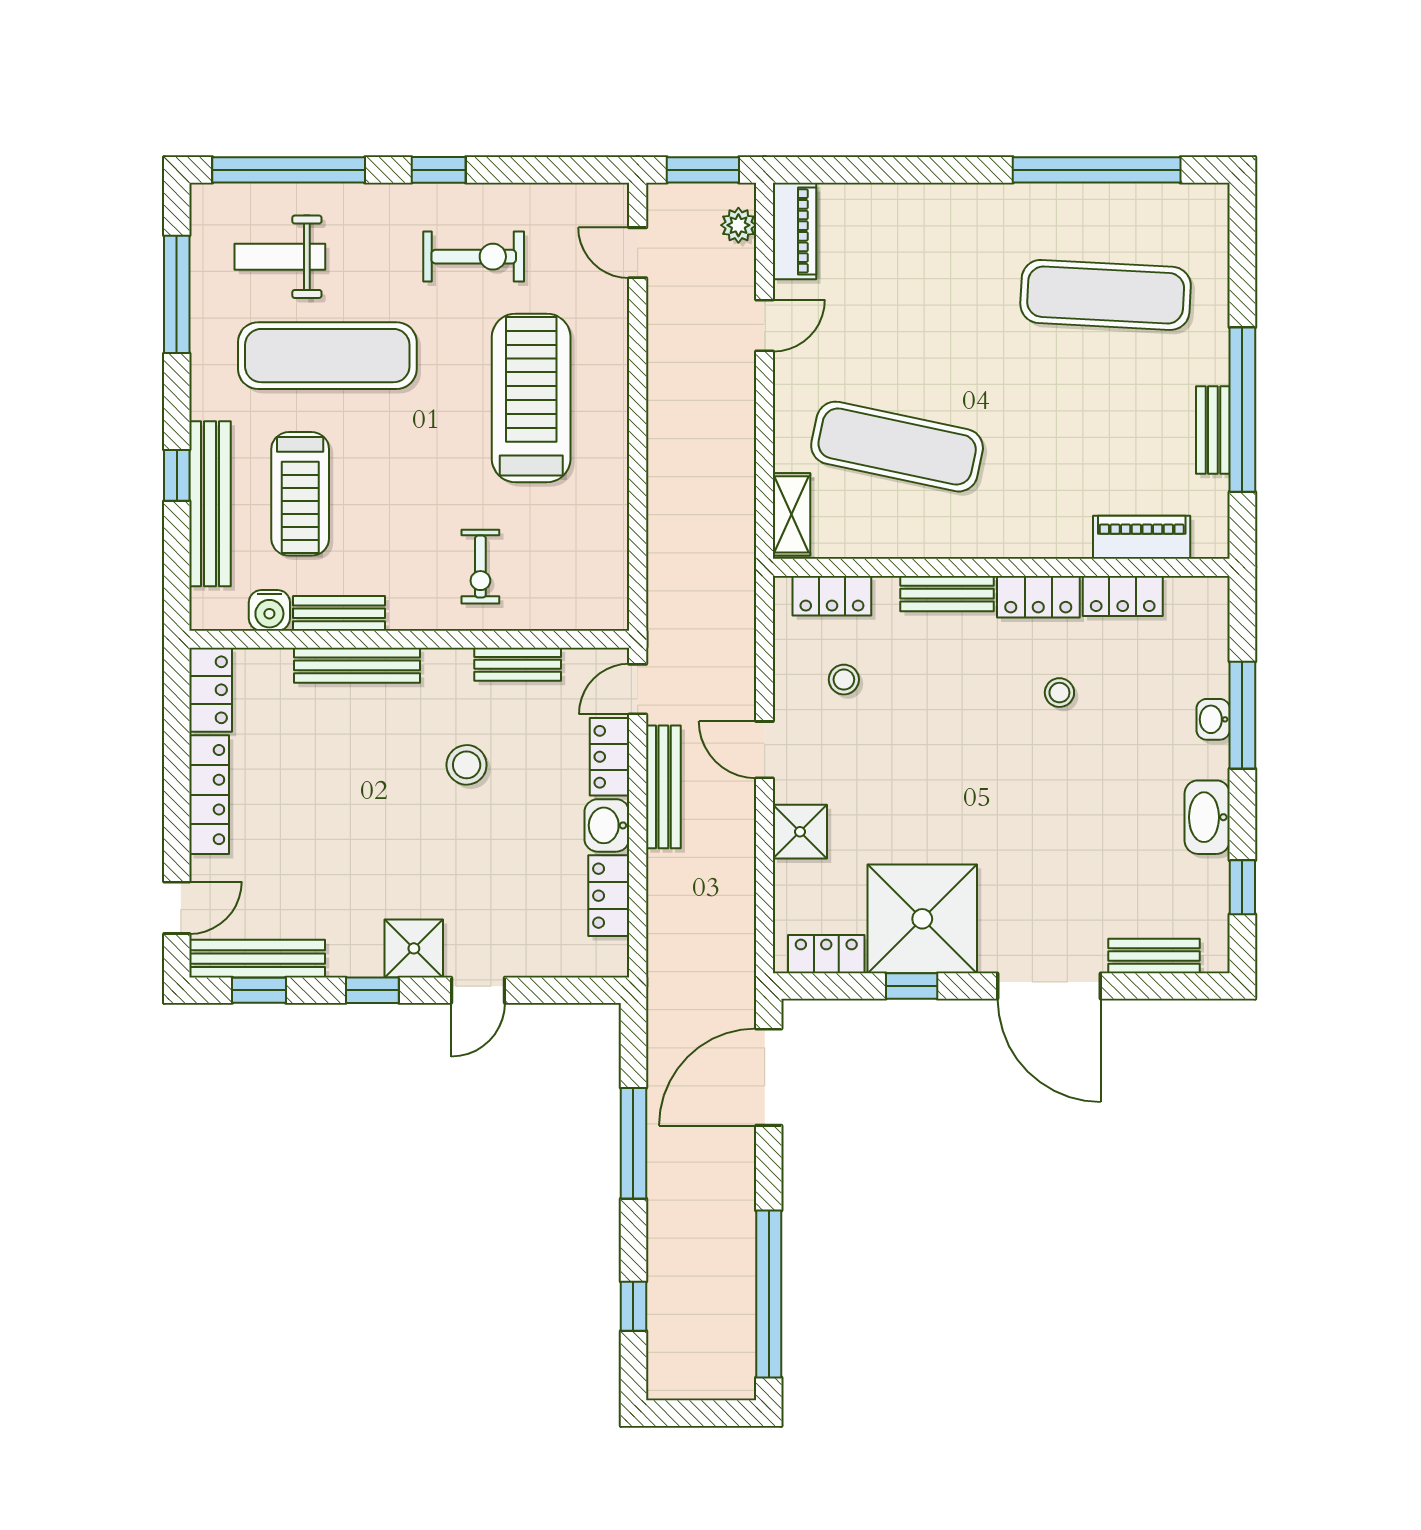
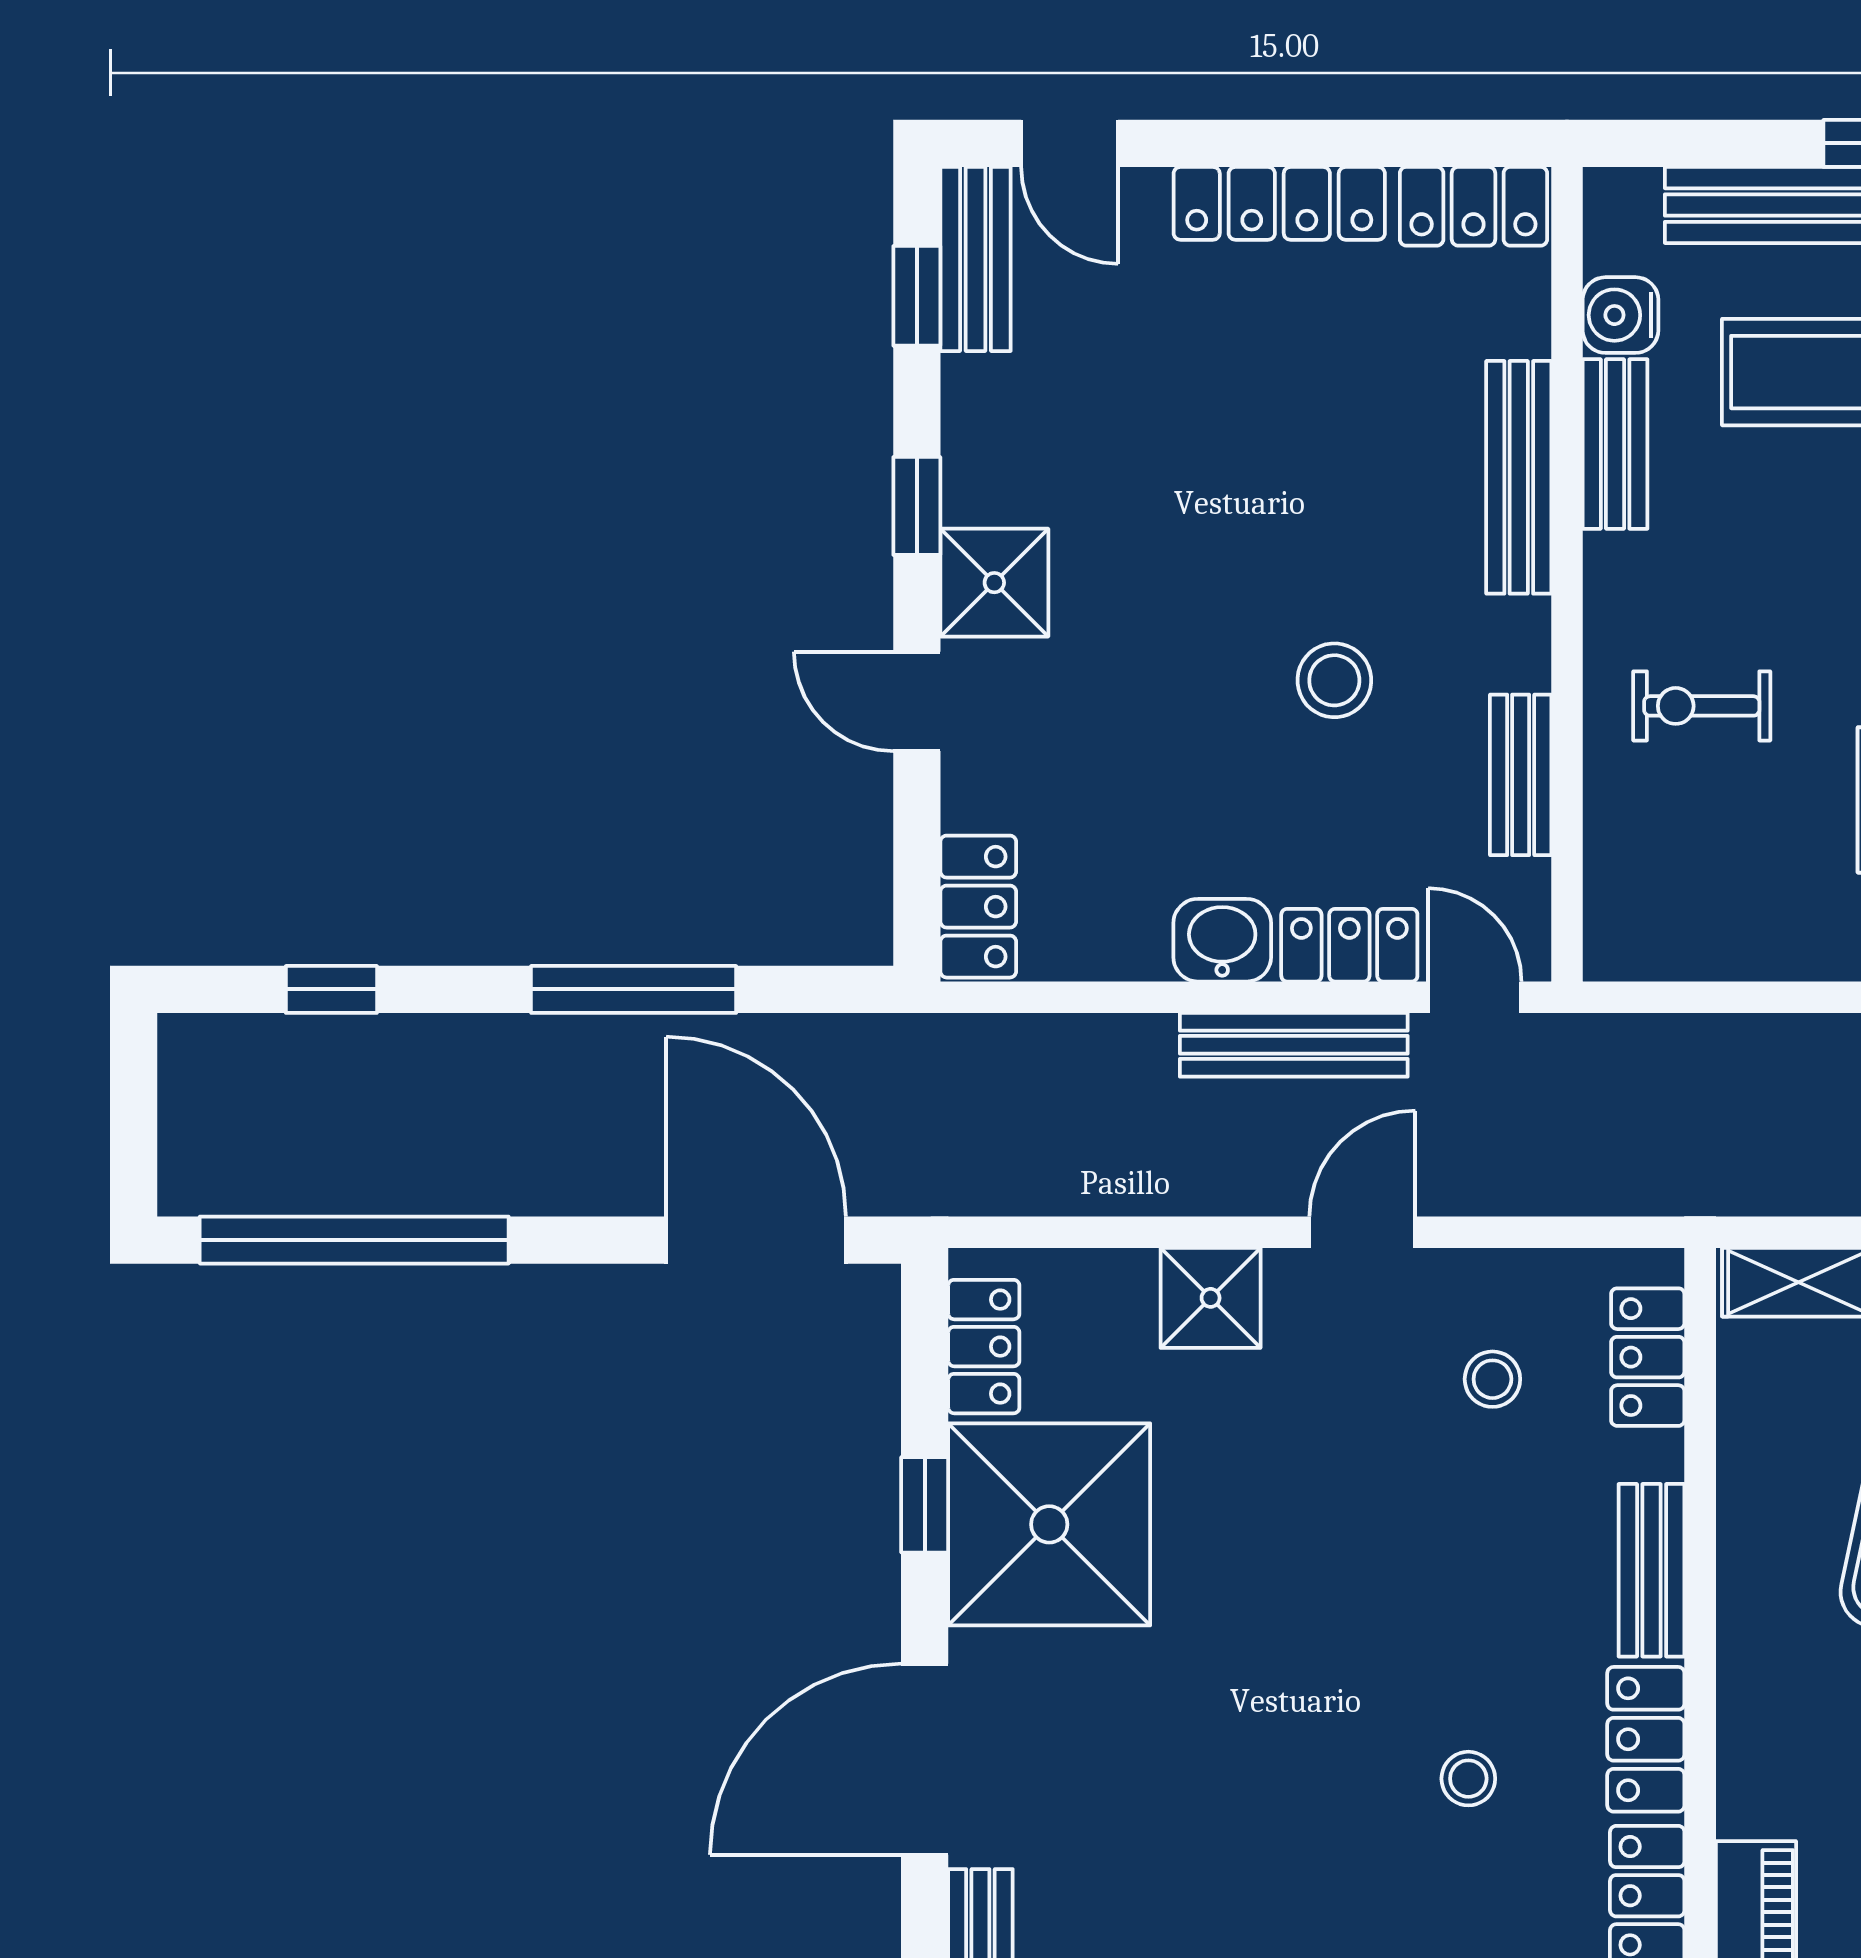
locker: (609, 896) -> (978, 907), moved, turned 90
bench: (257, 959) -> (975, 259), width x0.73

